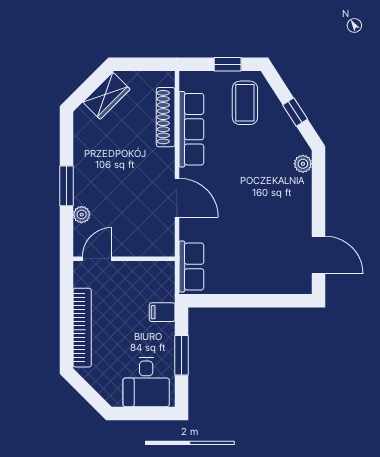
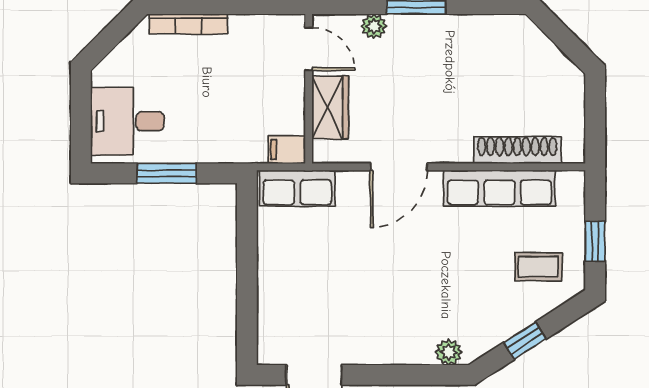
wardrobe: (106, 96) -> (330, 107), moved, turned -135
coffee table: (245, 103) -> (538, 267), width x0.73, depth x0.77
filing cabinet: (162, 312) -> (287, 149), moved, turned -90
bookcase: (82, 328) -> (188, 24), width x0.68, depth x0.76

